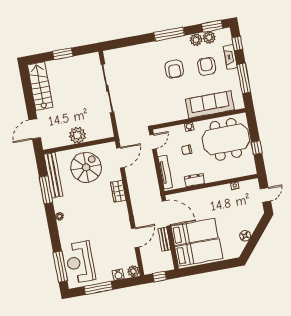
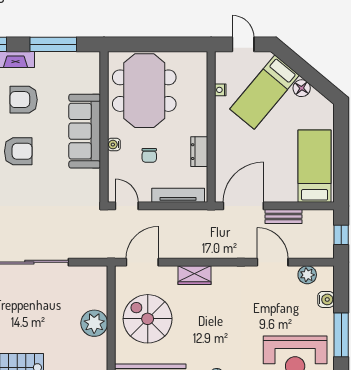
sofa: (210, 105) -> (85, 131), moved
window: (257, 148) -> (166, 44), removed
door: (120, 158) -> (142, 262), hinge flipped
bed: (194, 232) -> (265, 92), moved, turned -140
plant: (133, 271) -> (307, 275), moved

